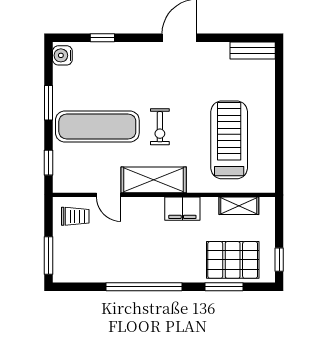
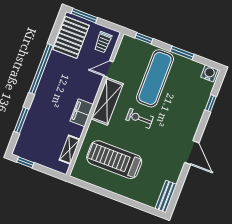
treadmill: (229, 140) -> (114, 160), turned 180
pallet: (233, 260) -> (71, 37), moved

